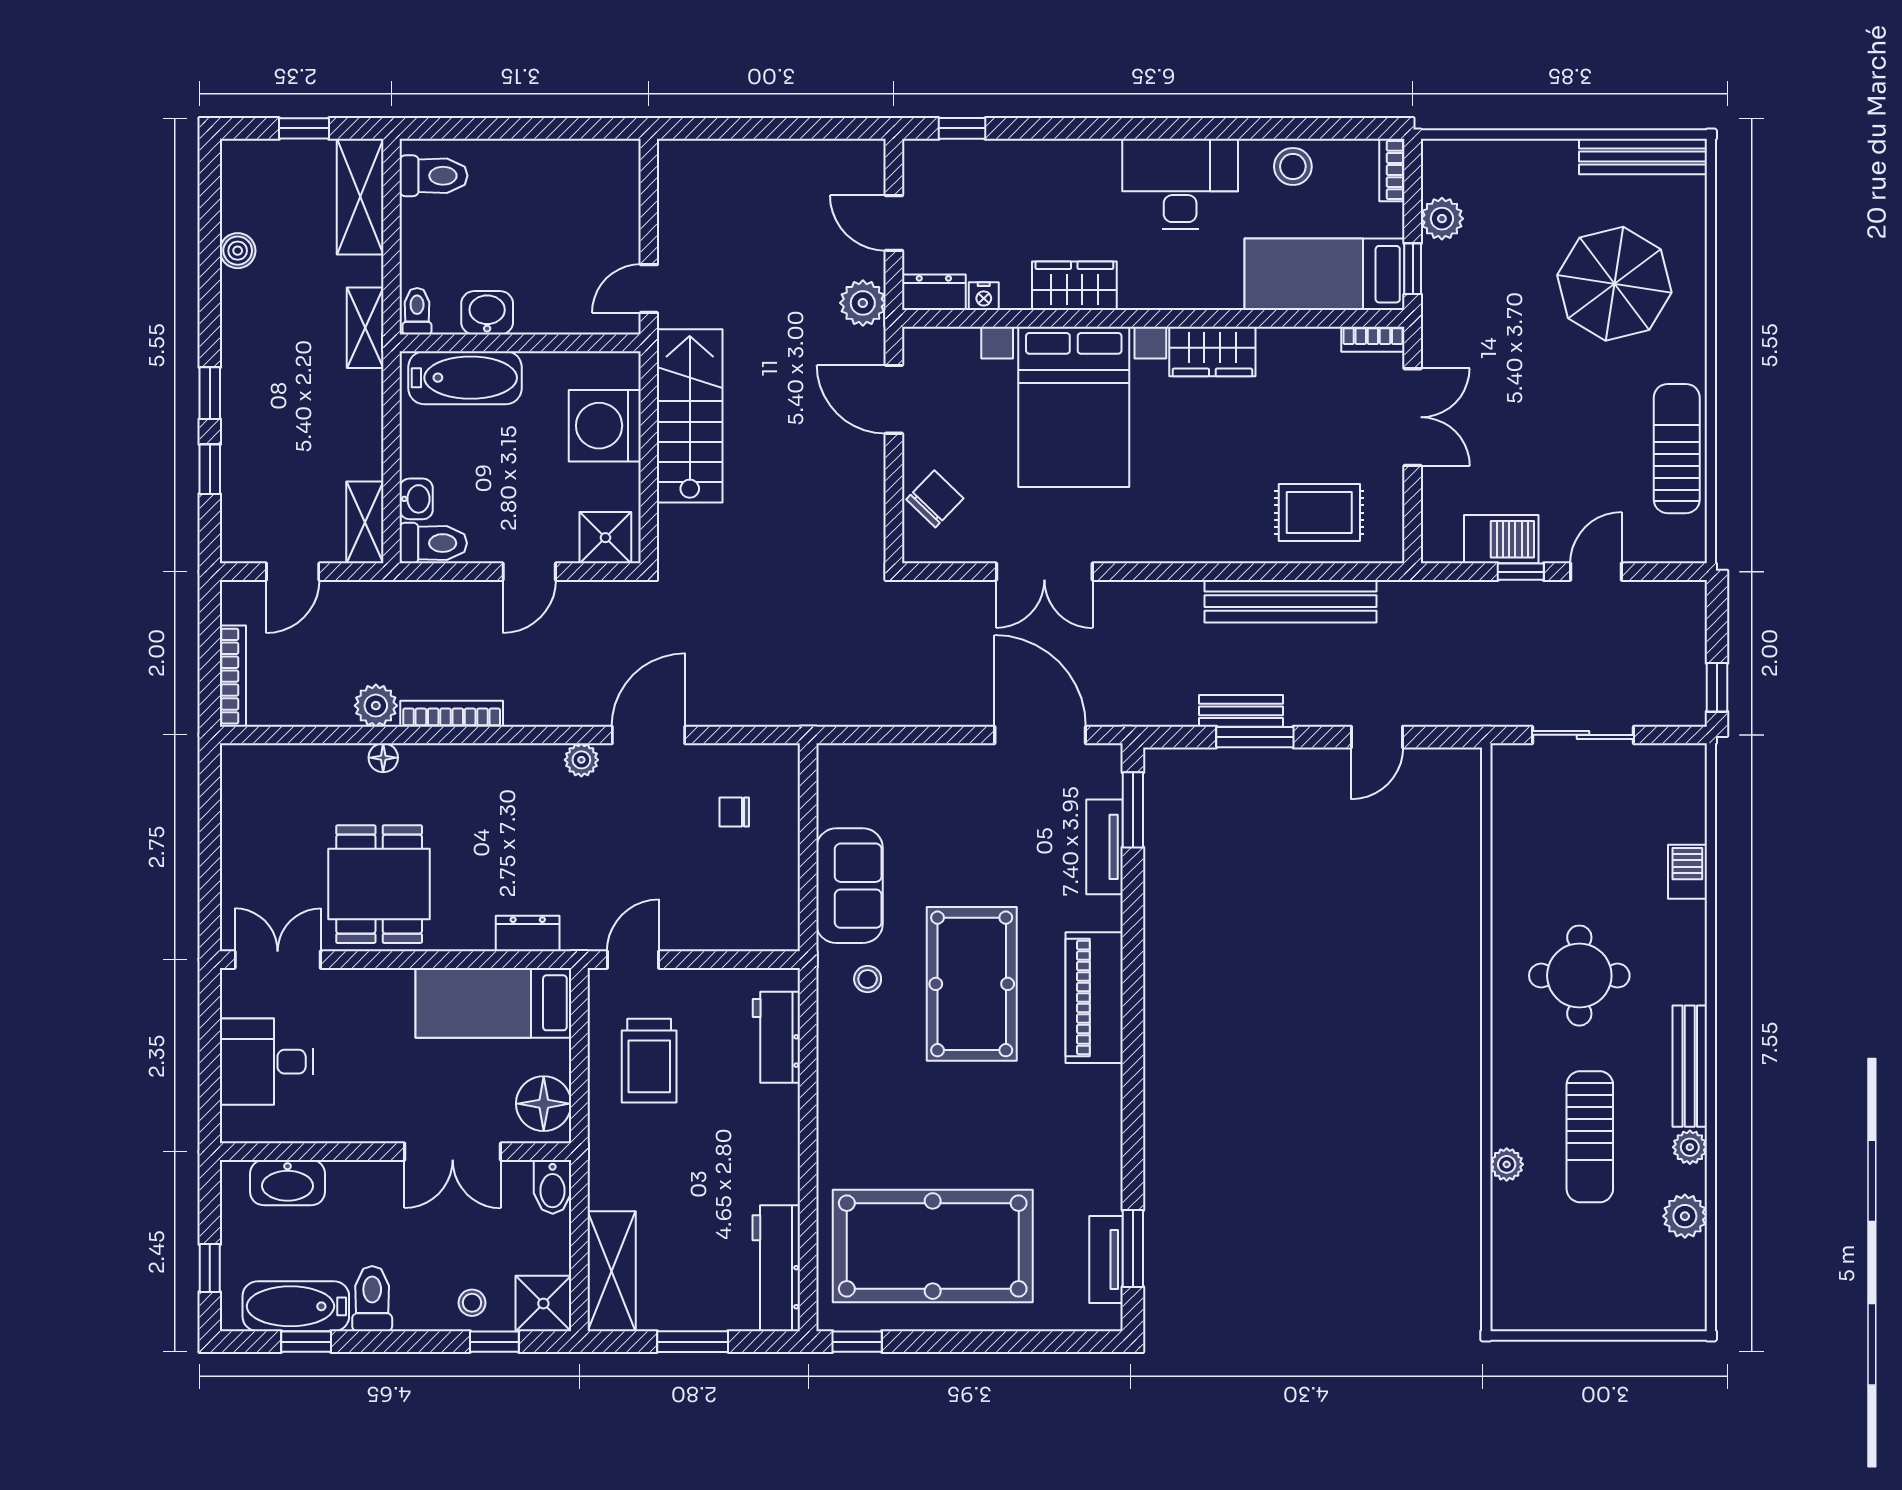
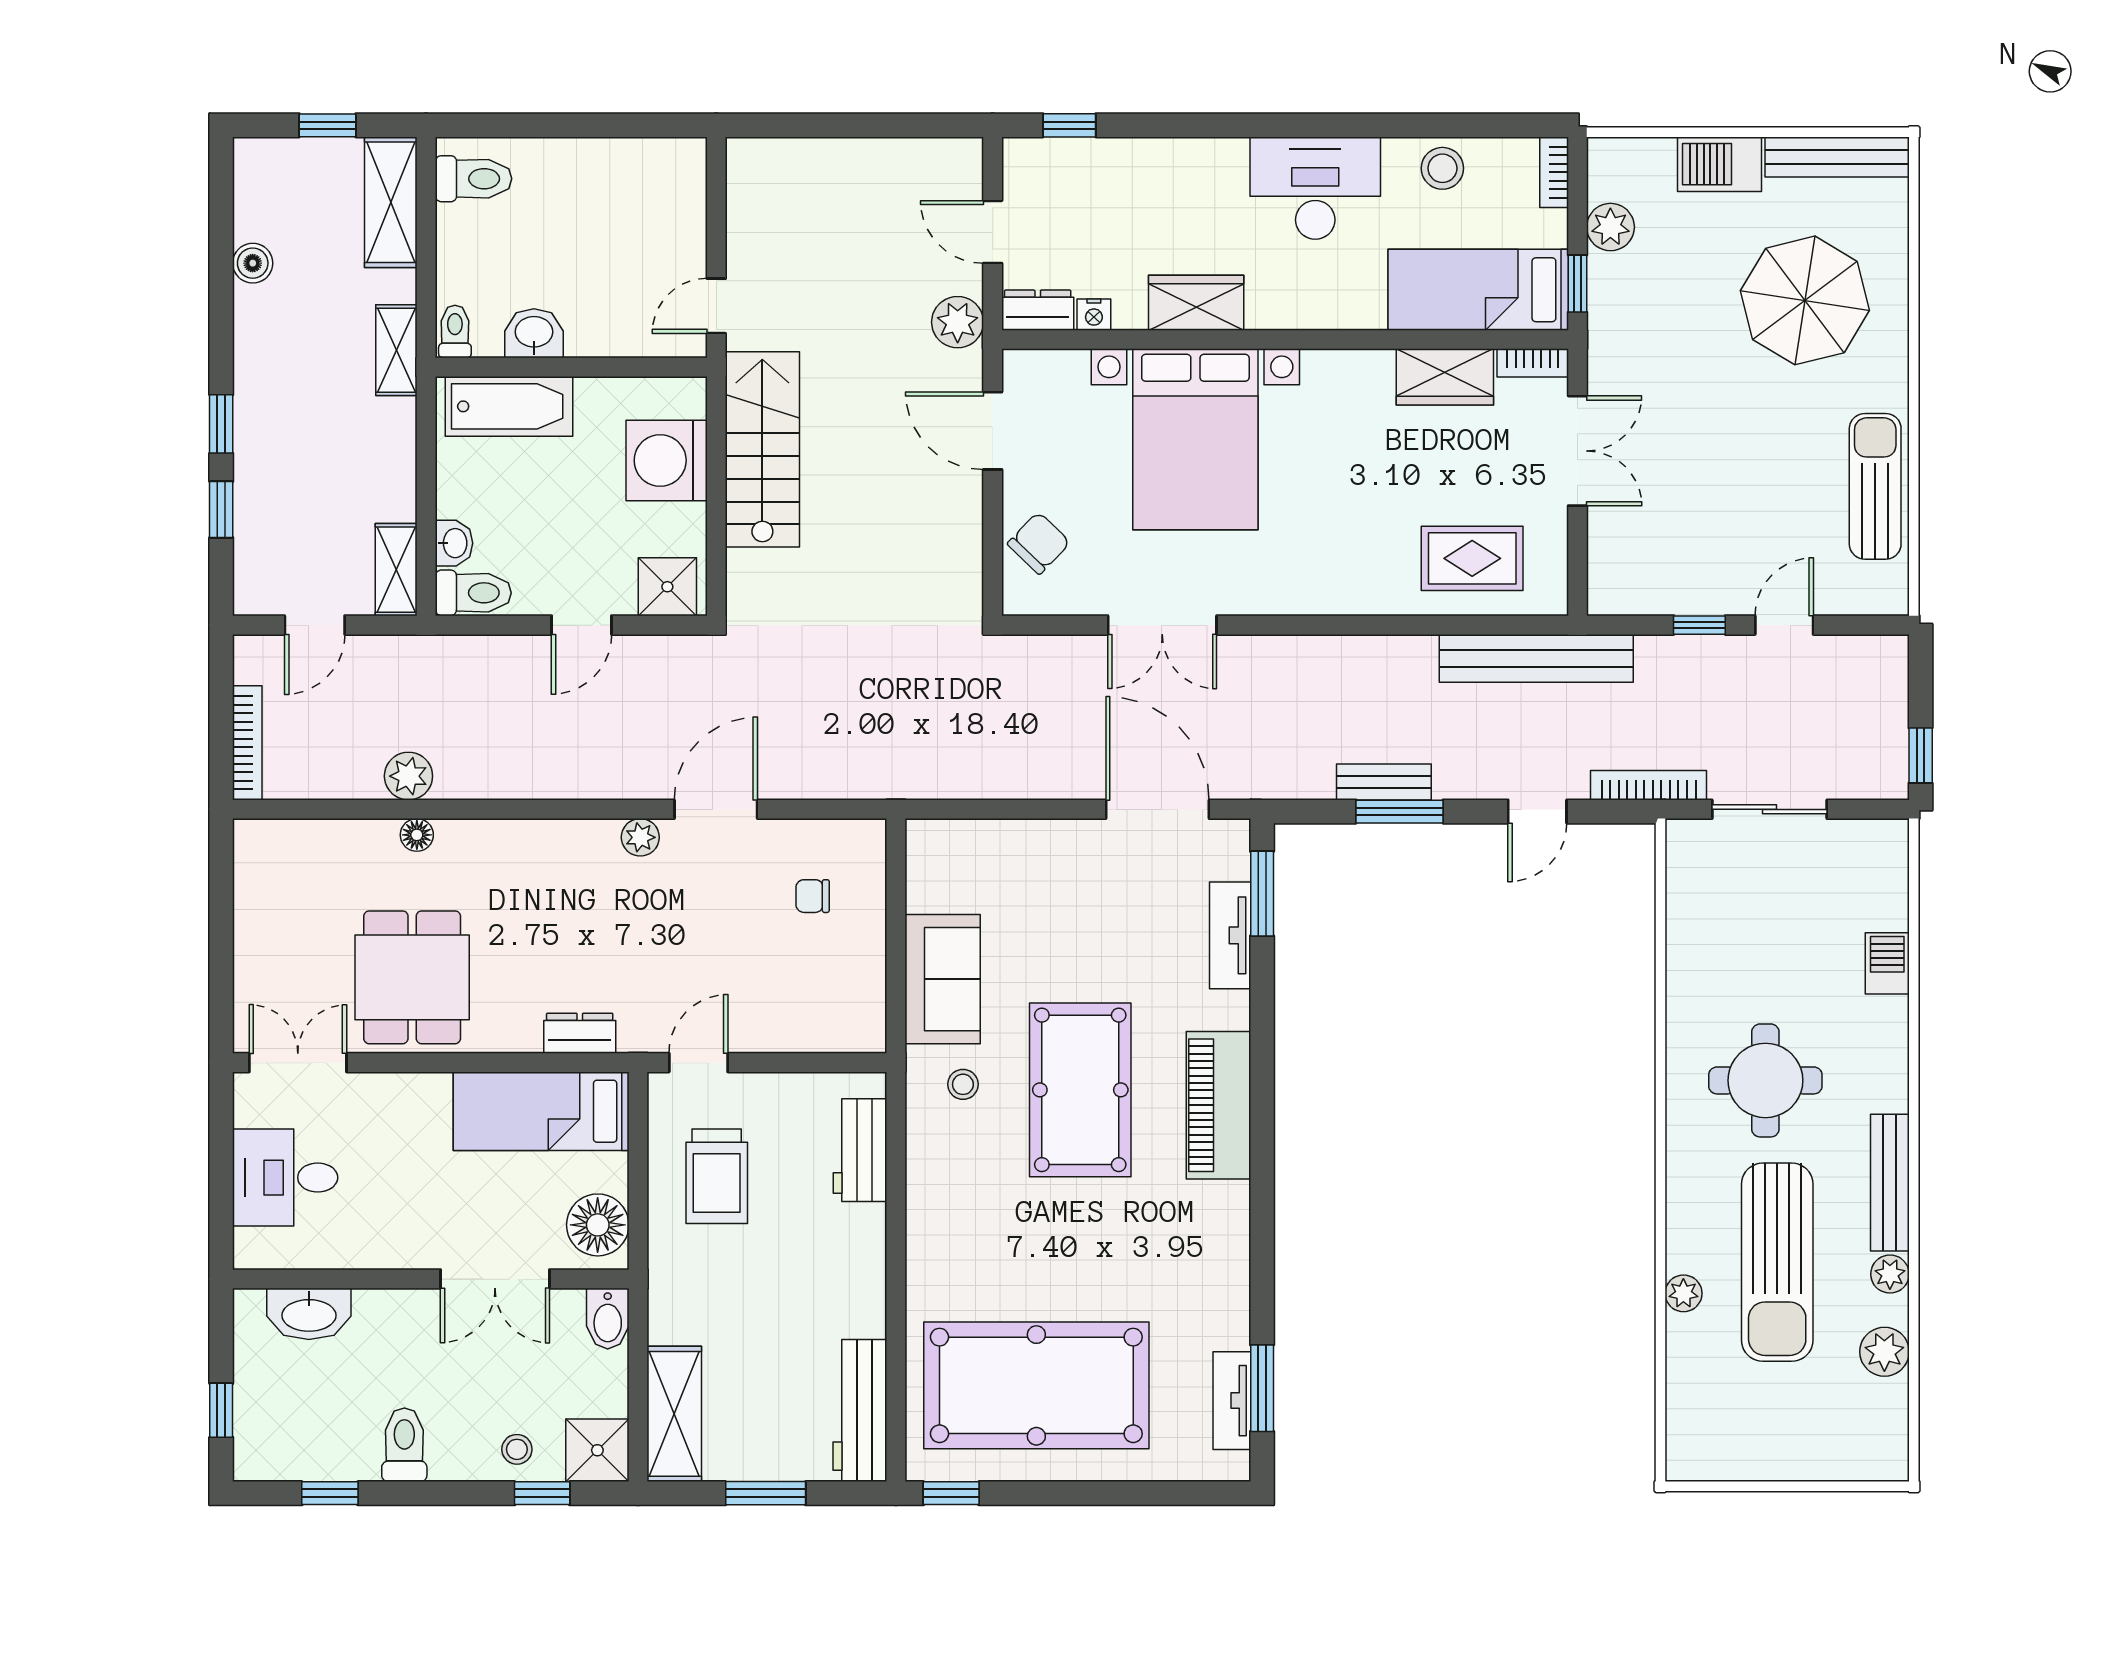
wardrobe: (1212, 351) -> (1445, 377), moved
barbecue: (1501, 539) -> (1720, 164), moved, turned 180
bench: (1291, 601) -> (1536, 658), moved
bookcase: (452, 714) -> (1649, 785), moved
sun lounger: (1590, 1137) -> (1777, 1262), width x1.36, depth x1.34
bathtub: (296, 1306) -> (318, 1453), removed

